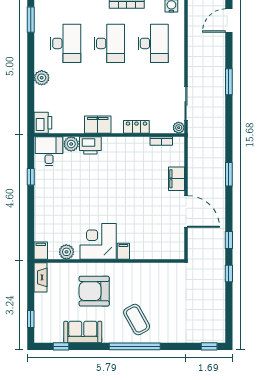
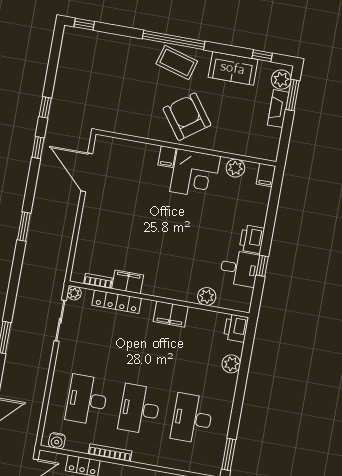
plant: (42, 78) -> (231, 364), moved
locker: (136, 127) -> (117, 302), width x1.53
printer: (90, 145) -> (252, 239), moved, turned -90
desk: (49, 151) -> (239, 268), moved, turned -90
filing cabinet: (176, 179) -> (128, 282), moved, turned -90
door: (186, 211) -> (87, 172), moved
fireplace: (40, 277) -> (278, 109), moved
armchair: (94, 291) -> (187, 117), moved, turned -126
window: (31, 319) -> (293, 95), width x1.50
coffee table: (137, 319) -> (177, 62), moved, turned -45
plant: (42, 330) -> (281, 80), added

